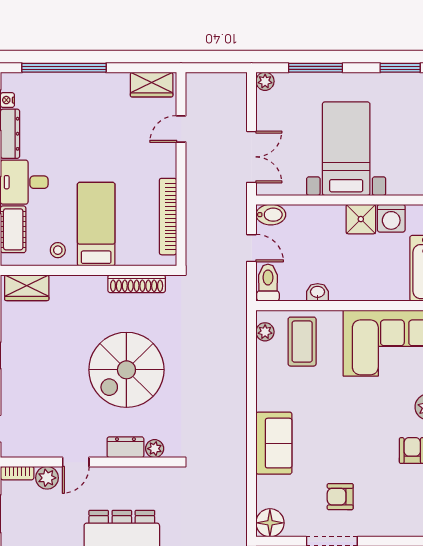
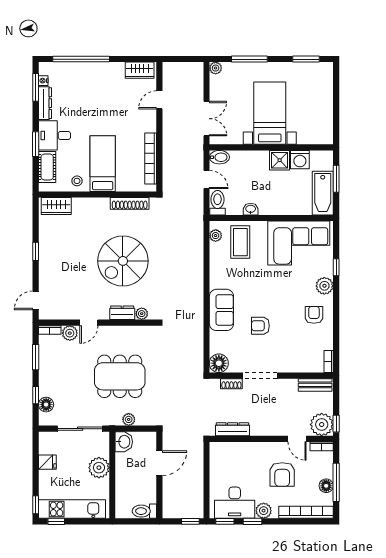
armchair: (340, 497) -> (260, 326), moved

